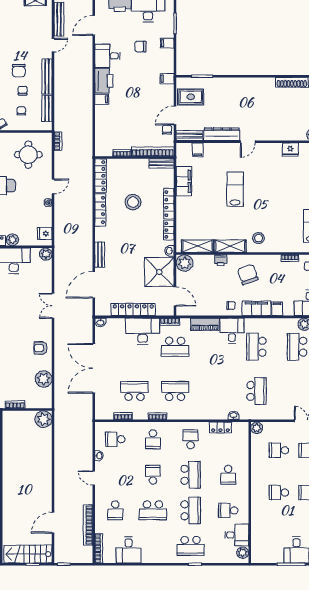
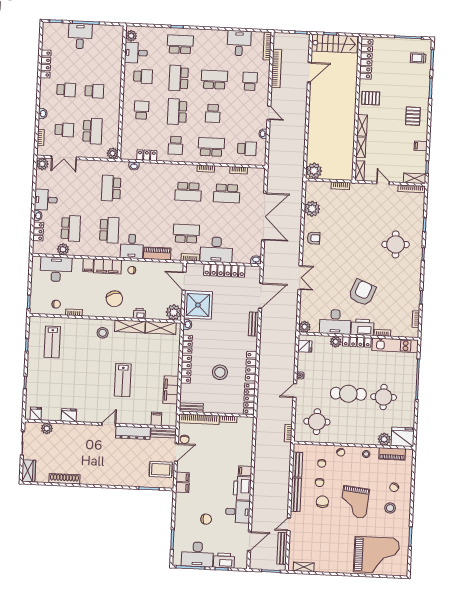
filing cabinet: (167, 43) -> (183, 477), moved
school desk: (153, 439) -> (211, 147), width x1.85
school desk: (279, 450) -> (92, 131), width x1.85

